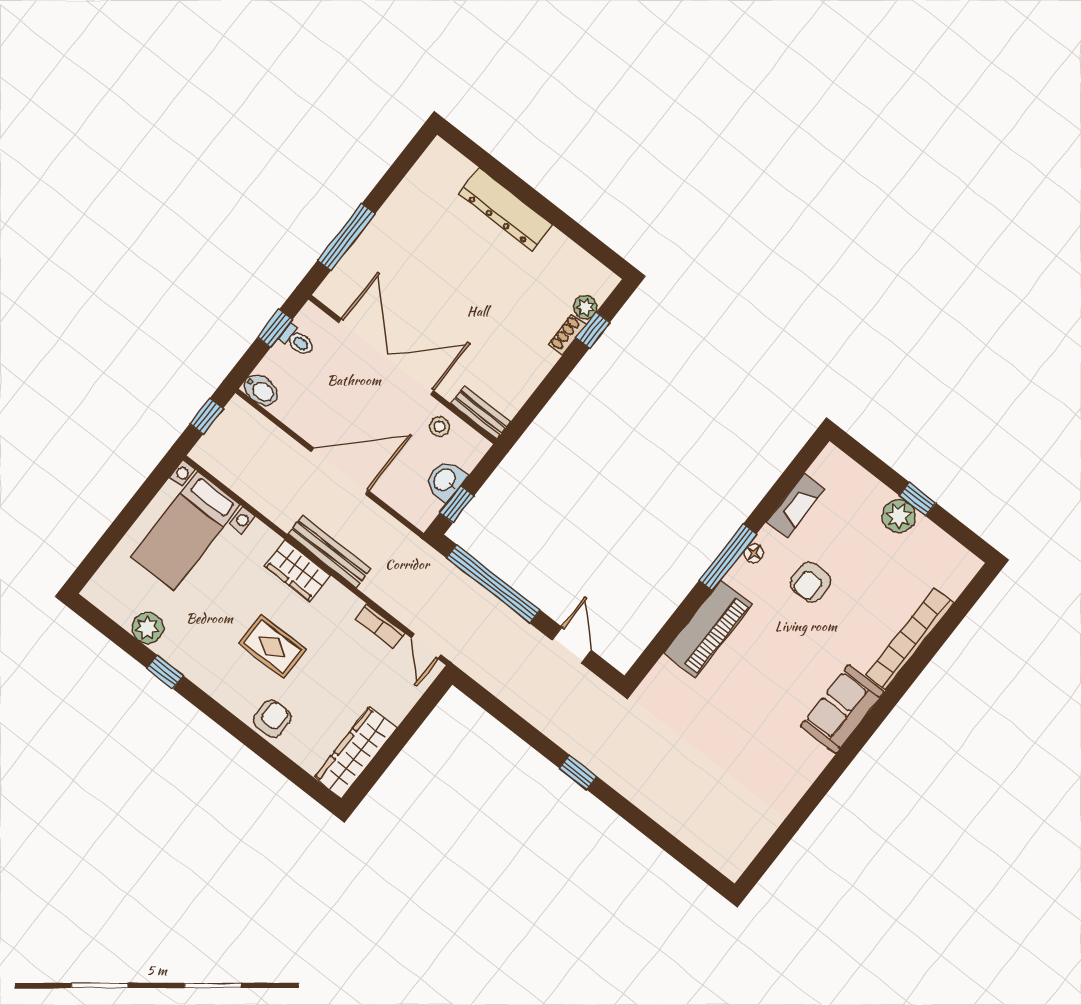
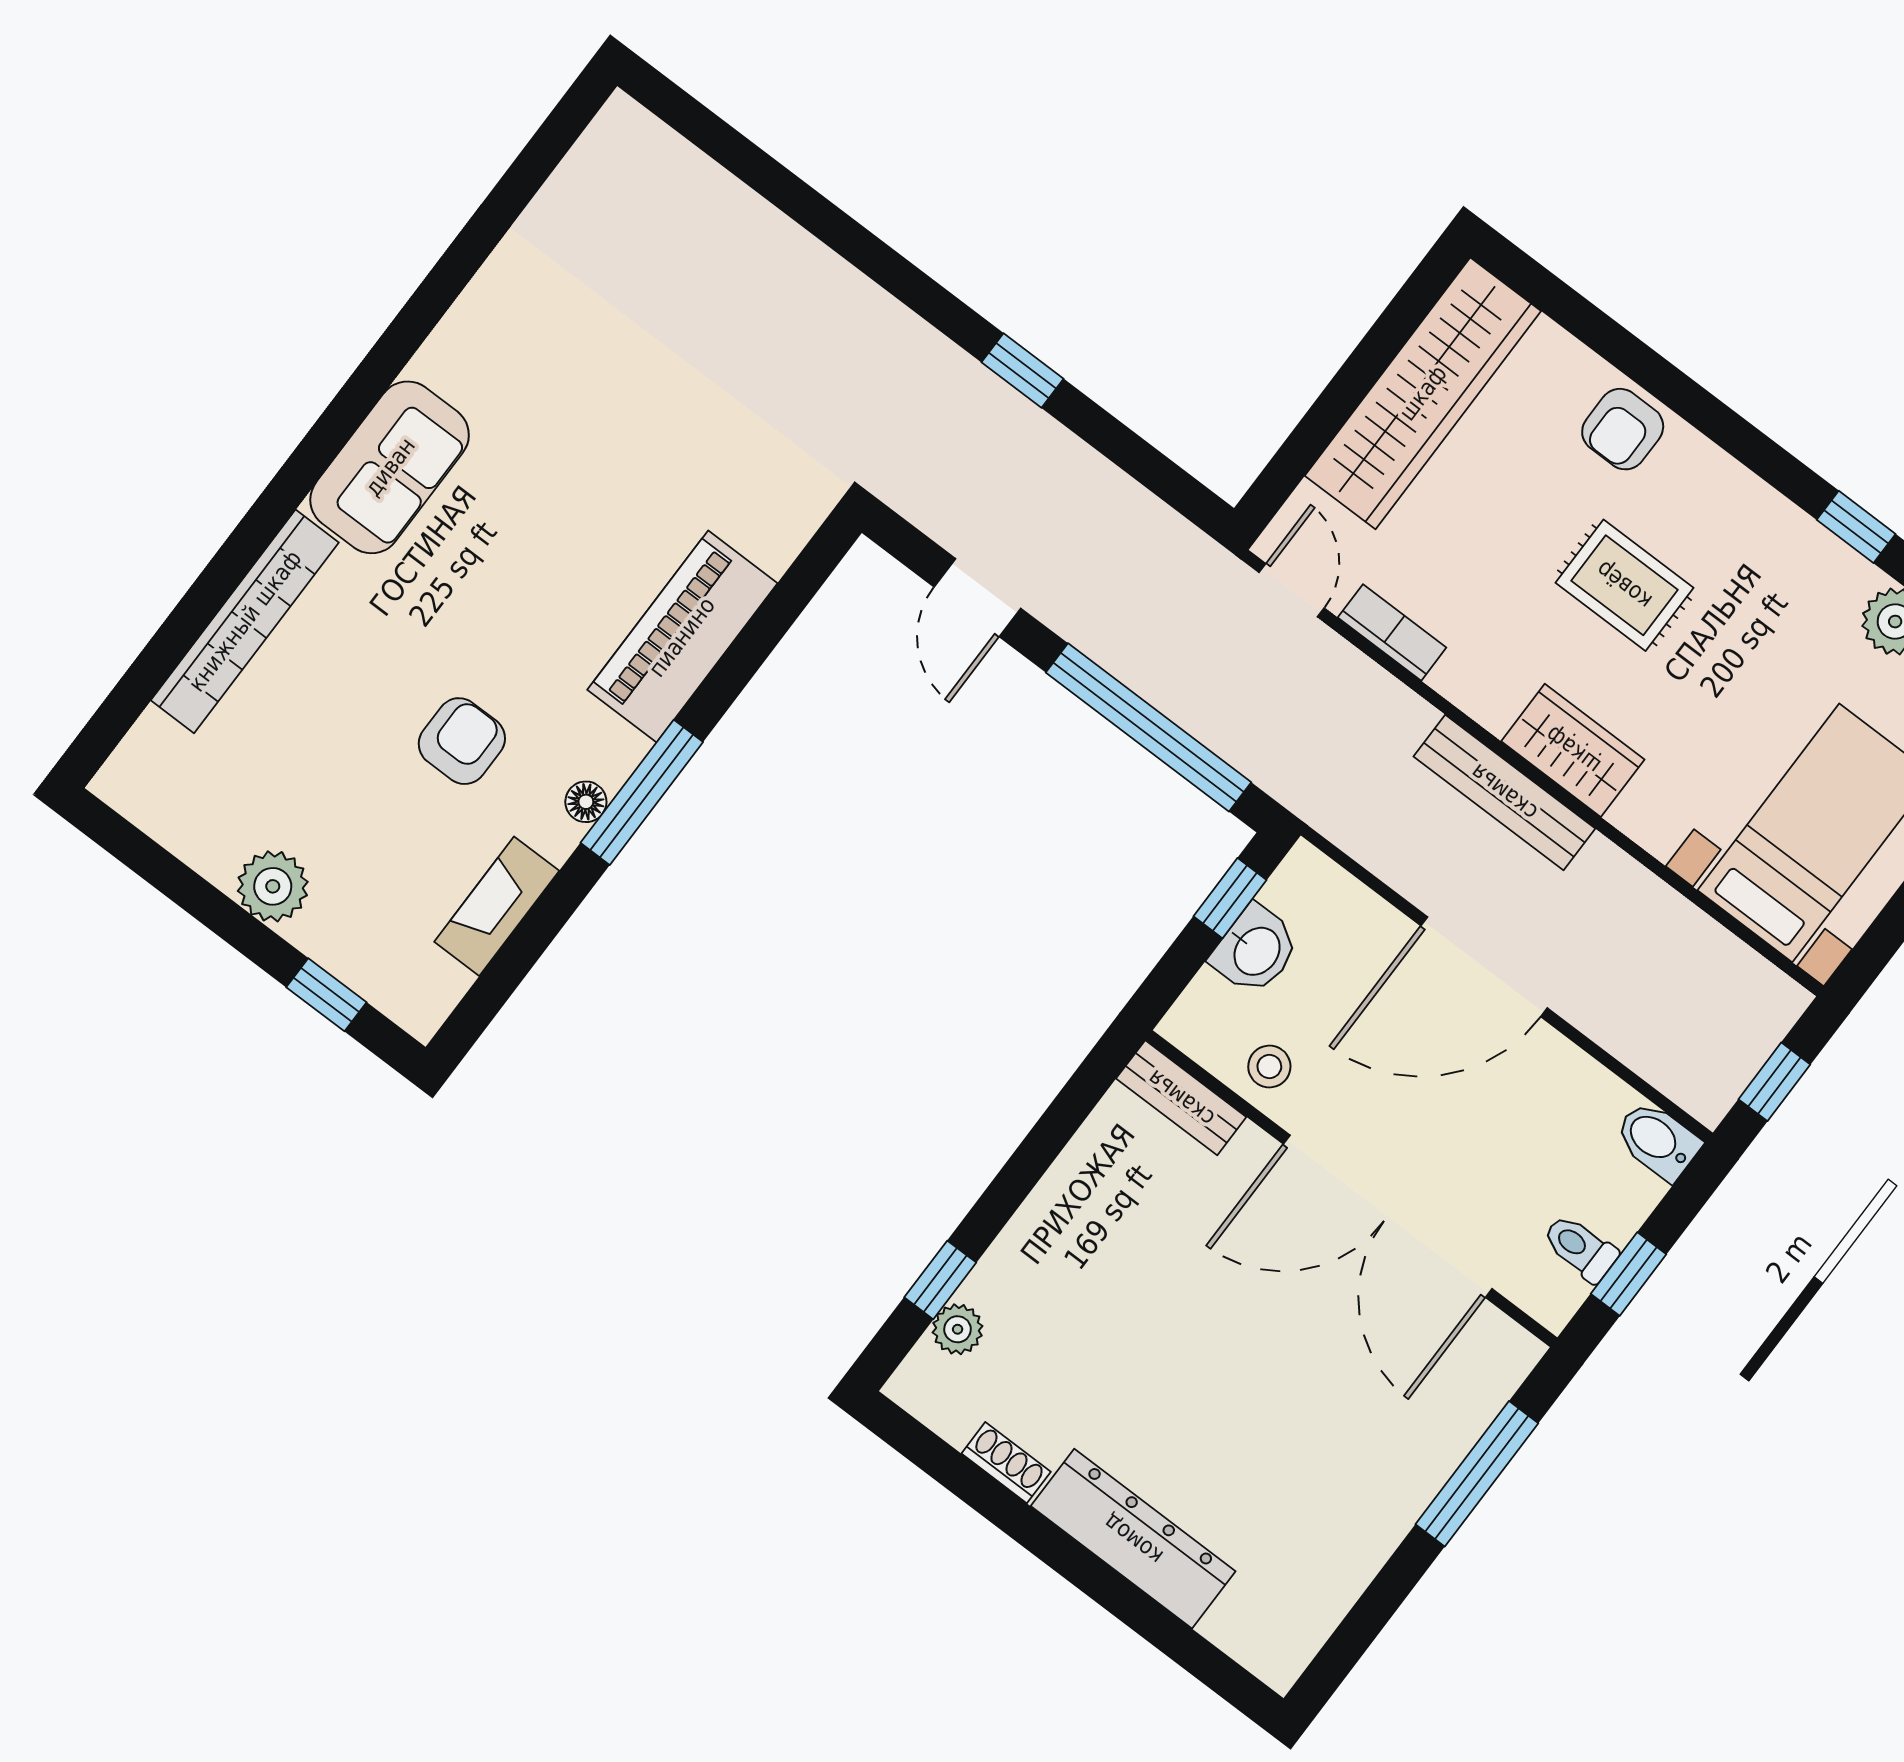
shoe rack: (567, 335) -> (1006, 1463), moved, turned -90
window: (918, 499) -> (326, 995), moved
wardrobe: (356, 753) -> (1423, 393), width x1.40, depth x1.17
window: (578, 772) -> (1023, 371), moved

